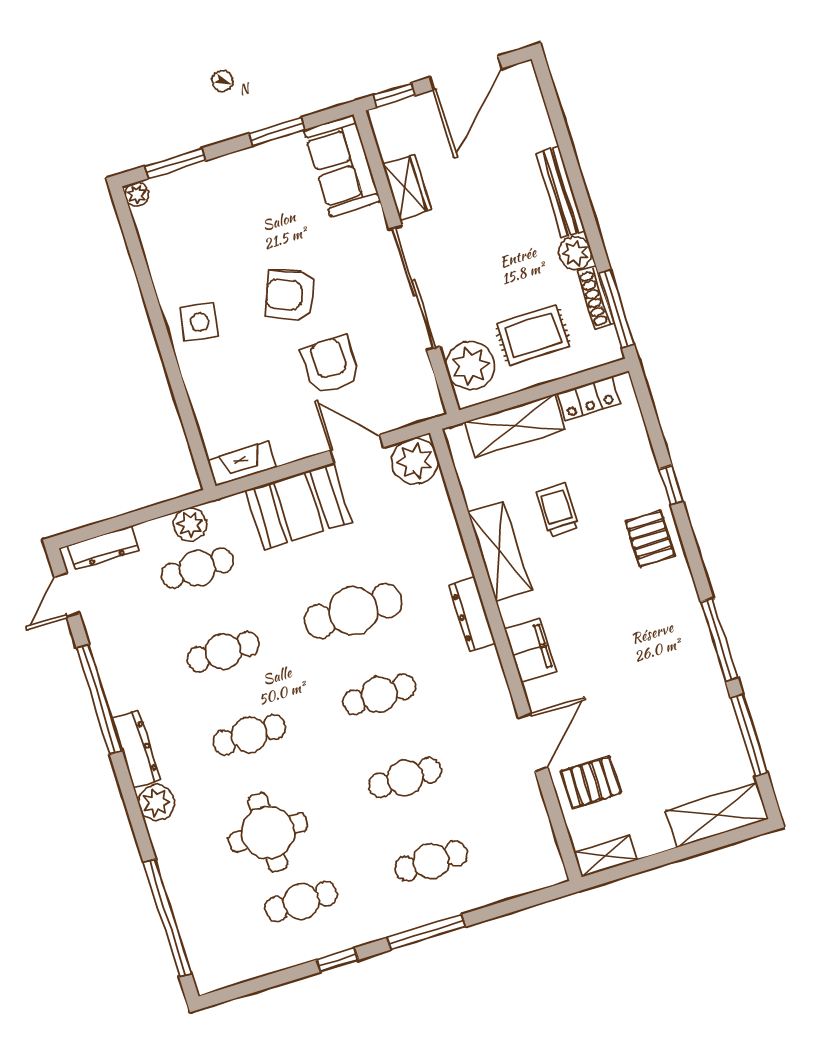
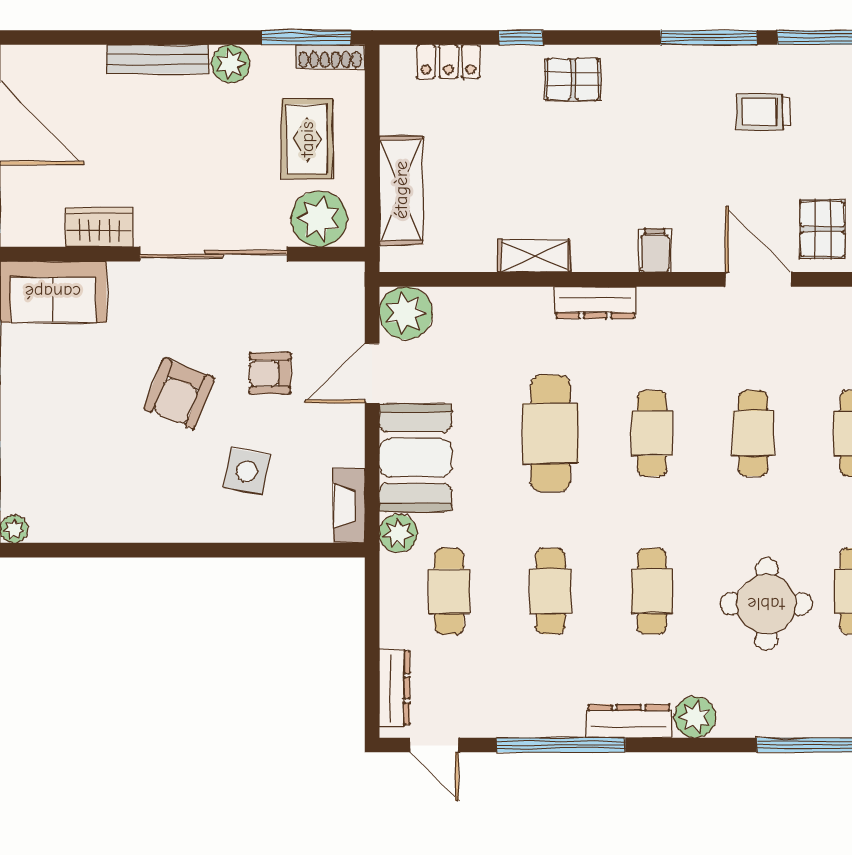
shoe rack: (596, 298) -> (330, 57), moved
side table: (200, 322) -> (247, 471), moved
armchair: (331, 365) -> (270, 373), width x0.72, depth x0.72
locker: (588, 399) -> (448, 62), moved, turned 90
trolley: (557, 510) -> (763, 112), moved
plant: (190, 524) -> (398, 533), moved
shelving: (499, 551) -> (534, 256), width x0.67, depth x0.75
filing cabinet: (530, 650) -> (655, 250), width x0.50

